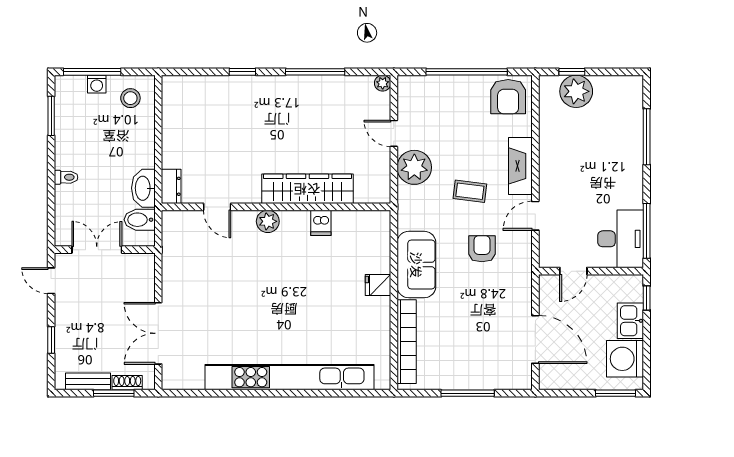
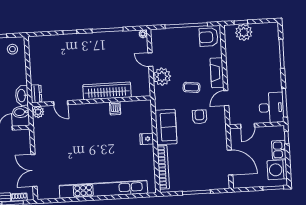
armchair: (508, 97) -> (209, 37), turned 90
plant: (268, 221) -> (38, 112), moved

